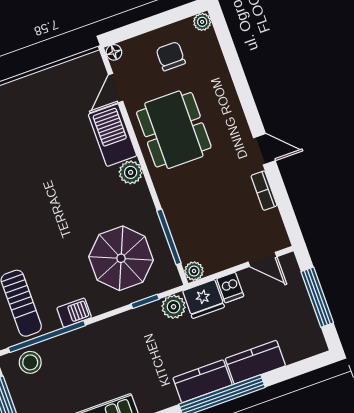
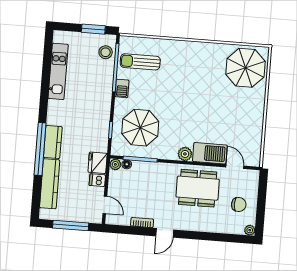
floor lamp: (114, 52) -> (127, 164), moved
door: (263, 259) -> (105, 205), swing flipped
plant: (174, 307) -> (101, 144), removed
kitchen counter: (255, 362) -> (50, 184), width x1.50

